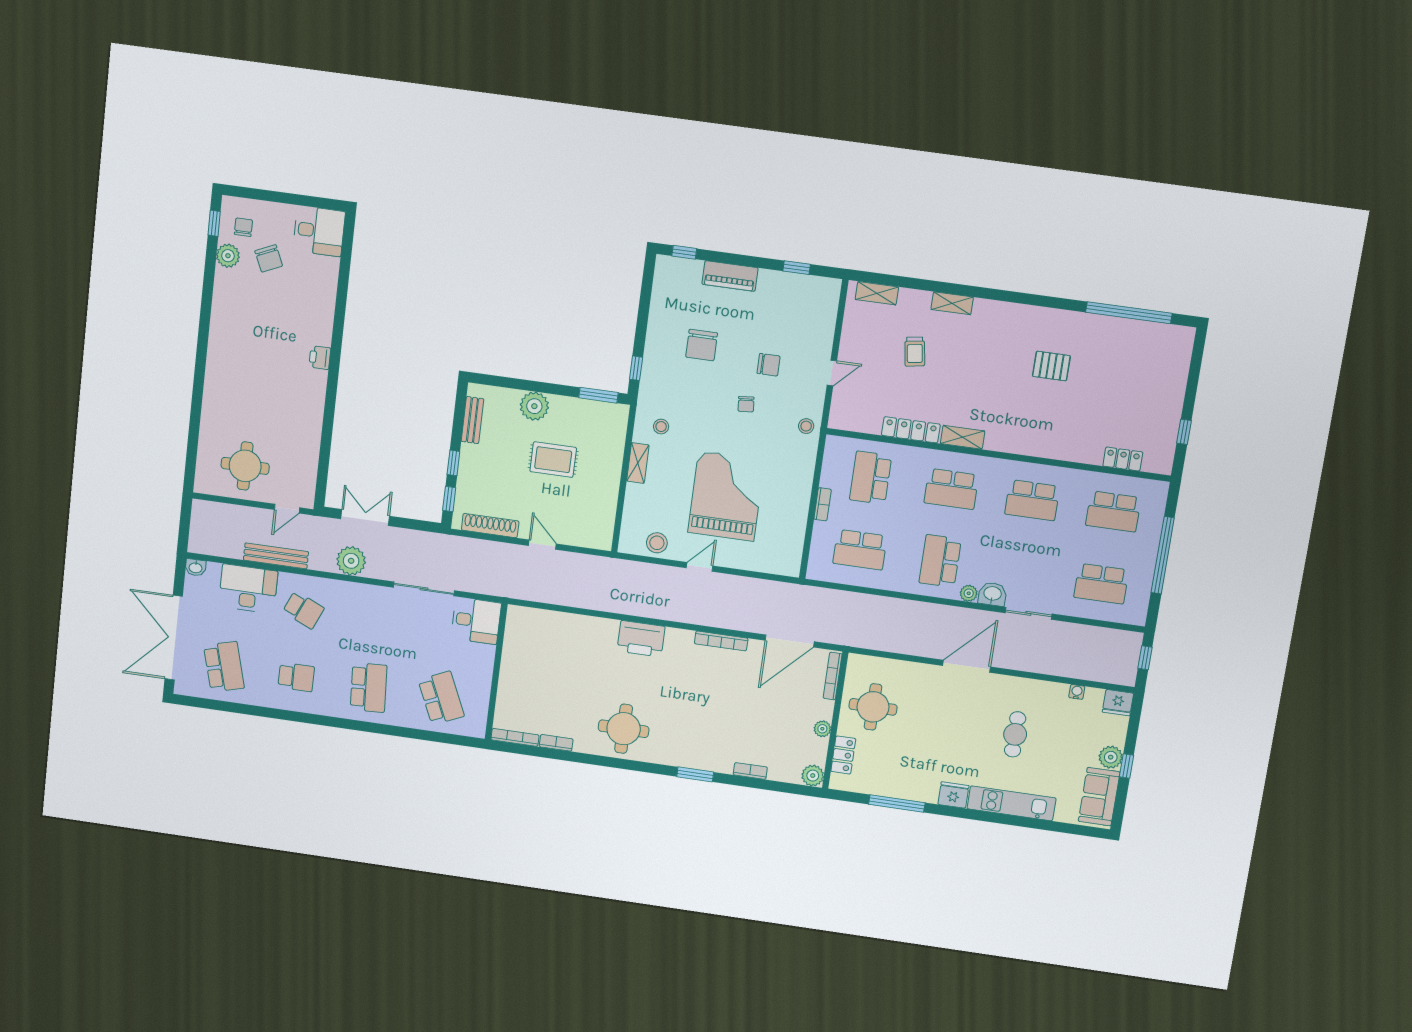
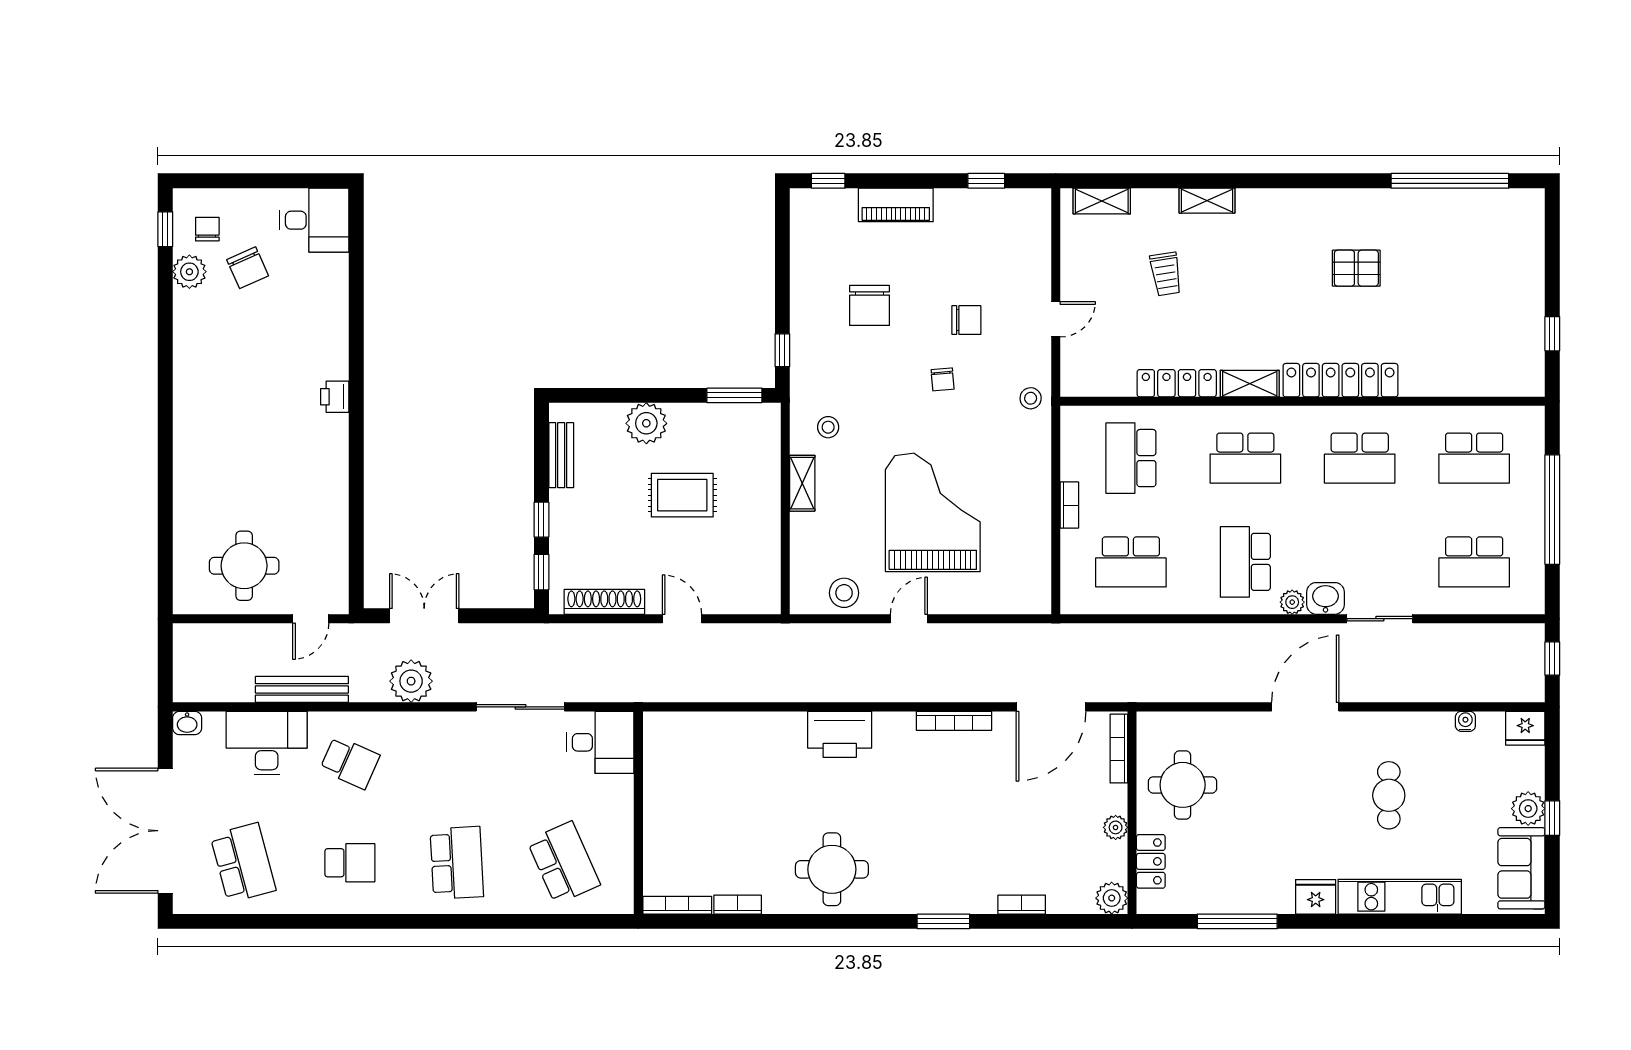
locker: (1123, 459) -> (1340, 380), moved, width x2.16, depth x1.21

